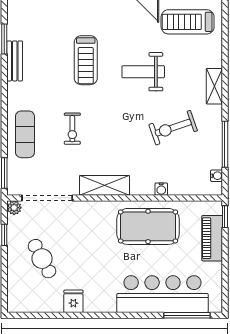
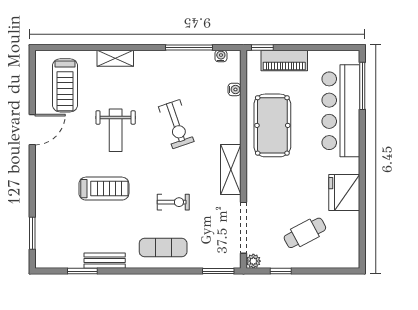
shelving: (214, 86) -> (115, 58), moved
exercise bike: (173, 128) -> (176, 124), moved
exercise mat: (25, 134) -> (163, 247), moved
water cooler: (161, 189) -> (234, 89), moved
fridge: (73, 301) -> (344, 192), width x1.88, depth x1.34

